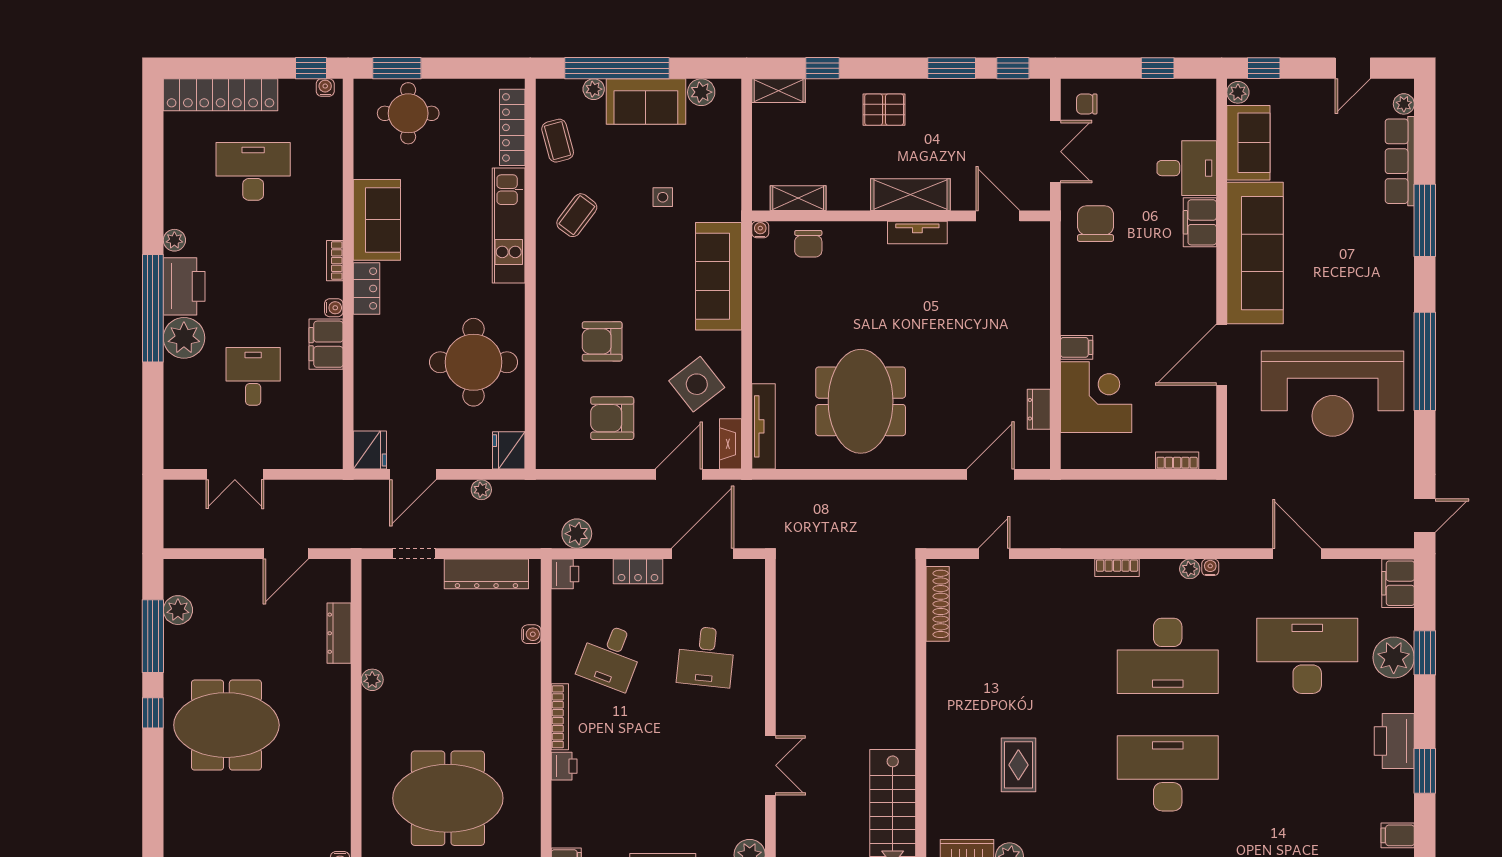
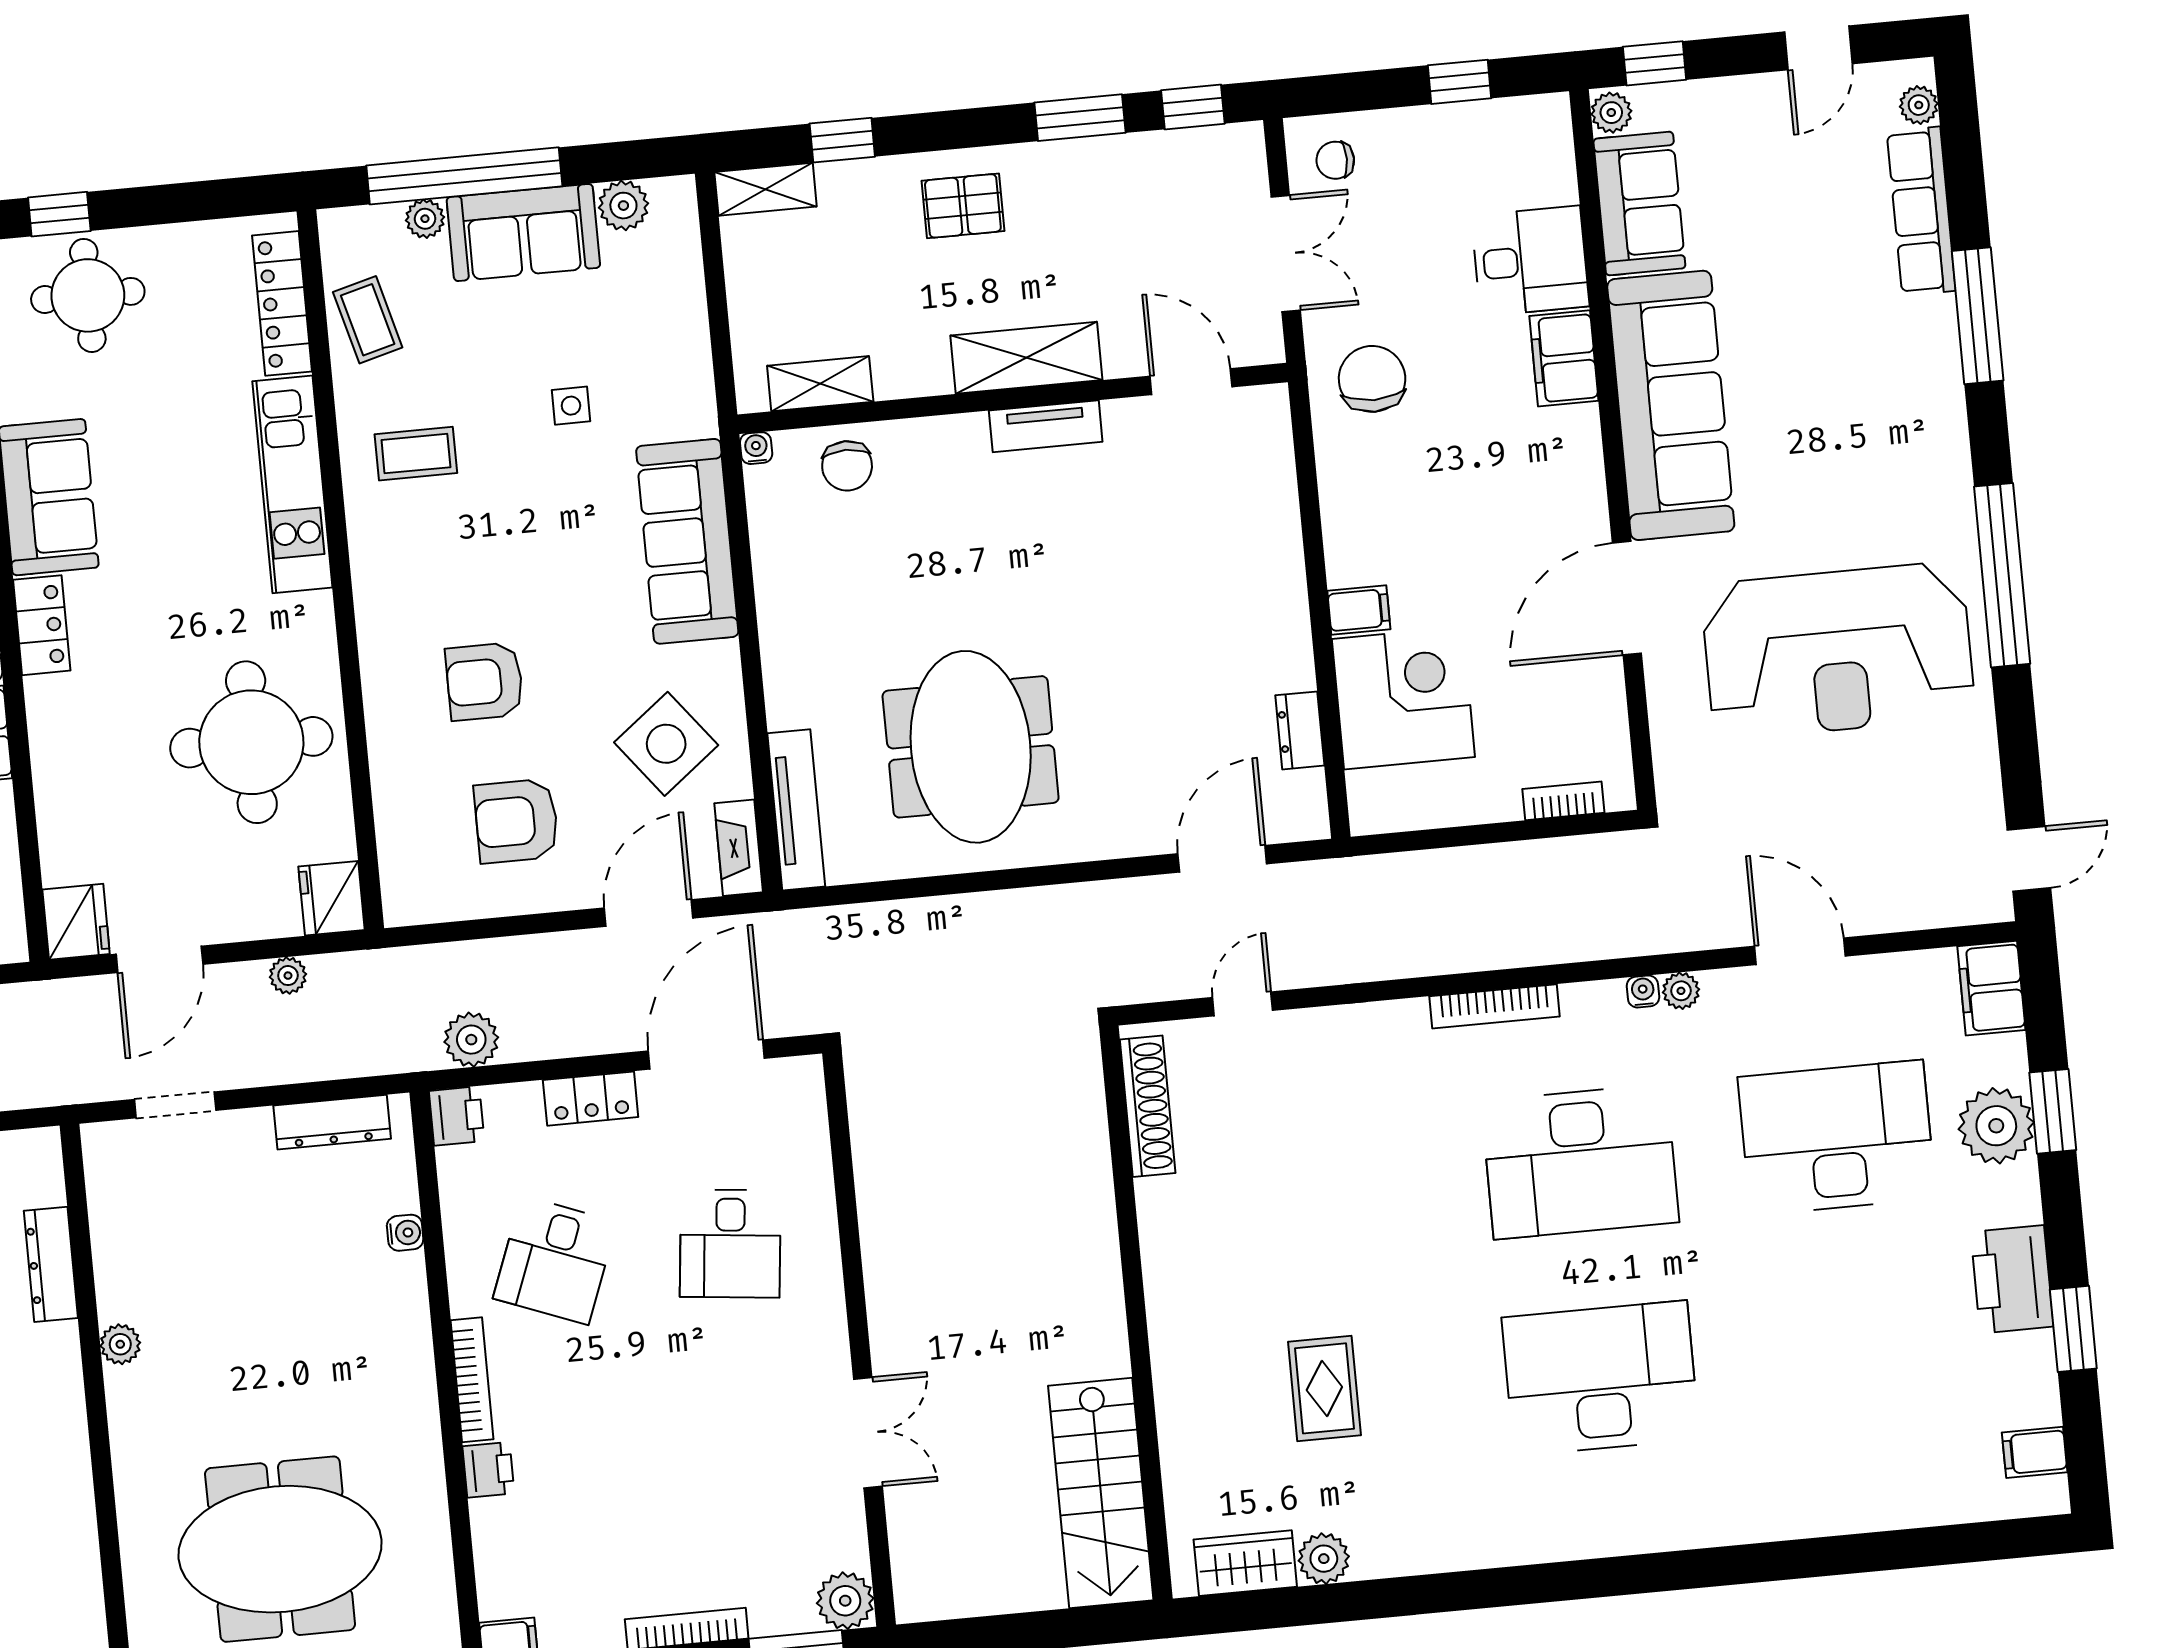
window: (397, 68) -> (59, 214), width x0.67
coffee table: (577, 215) -> (416, 454), turned 53
bookcase: (1117, 568) -> (1495, 1006), width x1.56
plant: (1190, 569) -> (1681, 991), moved
dresser: (486, 574) -> (332, 1122), width x0.73, depth x0.80

